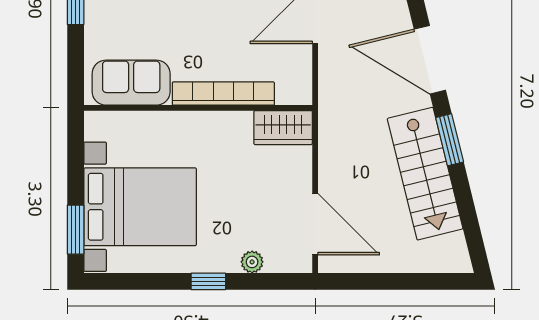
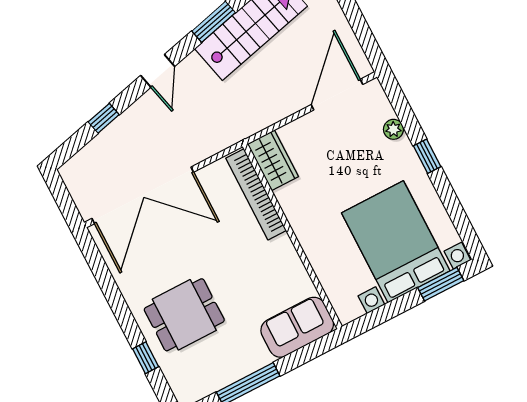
door: (430, 60) -> (158, 71), width x0.53
sofa: (131, 83) -> (297, 327), moved, turned 90
bookcase: (223, 94) -> (256, 194), moved

